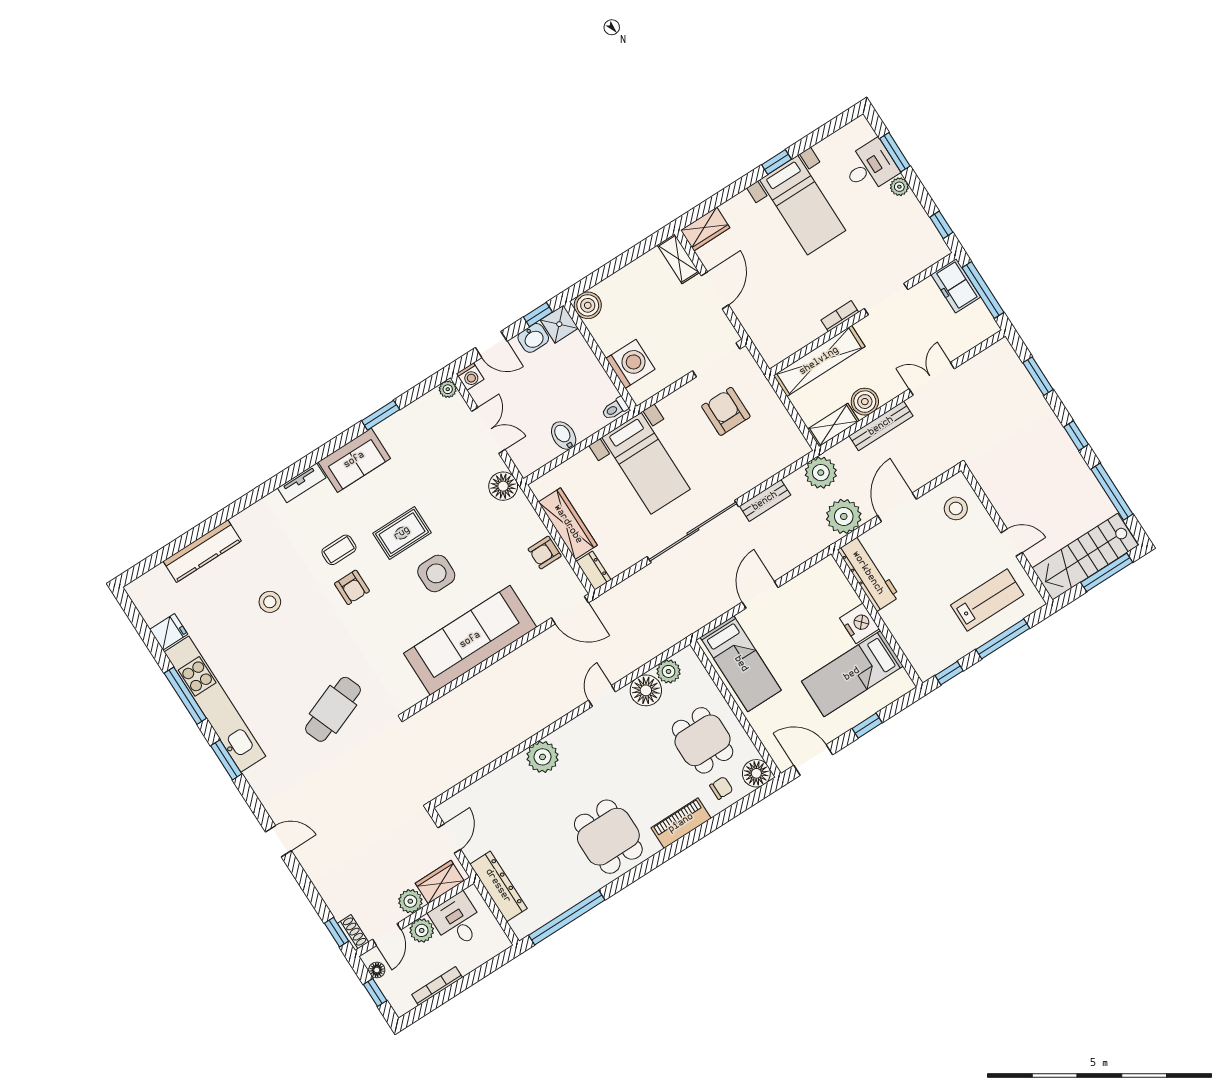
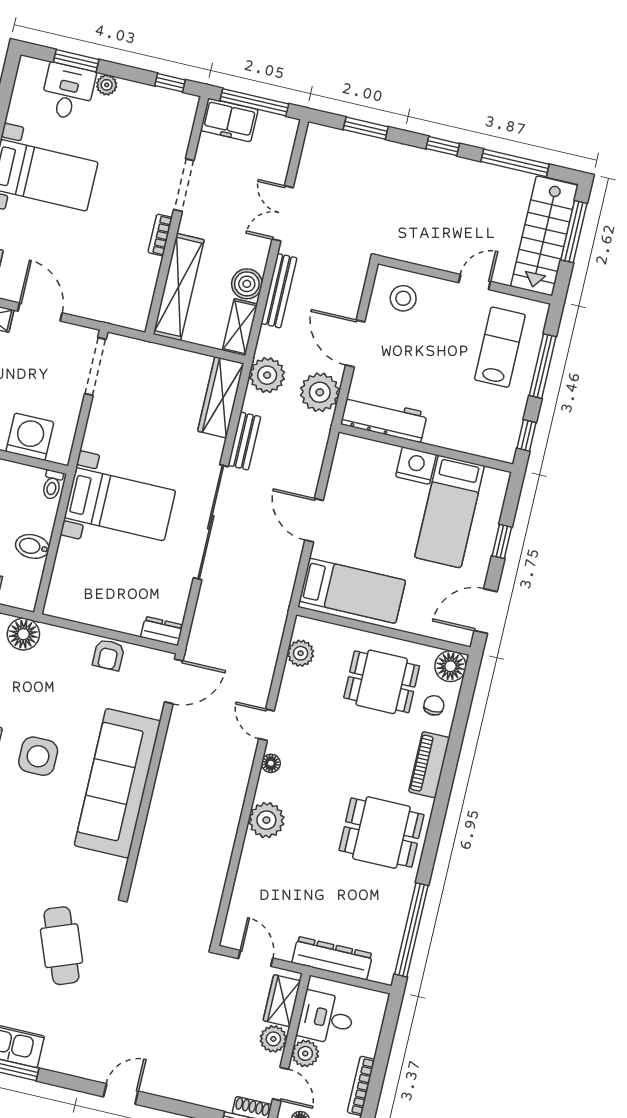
armchair: (726, 411) -> (143, 400), removed
wardrobe: (568, 524) -> (221, 397), moved, turned -90
floor lamp: (646, 690) -> (271, 763), moved, width x0.53, depth x0.53

